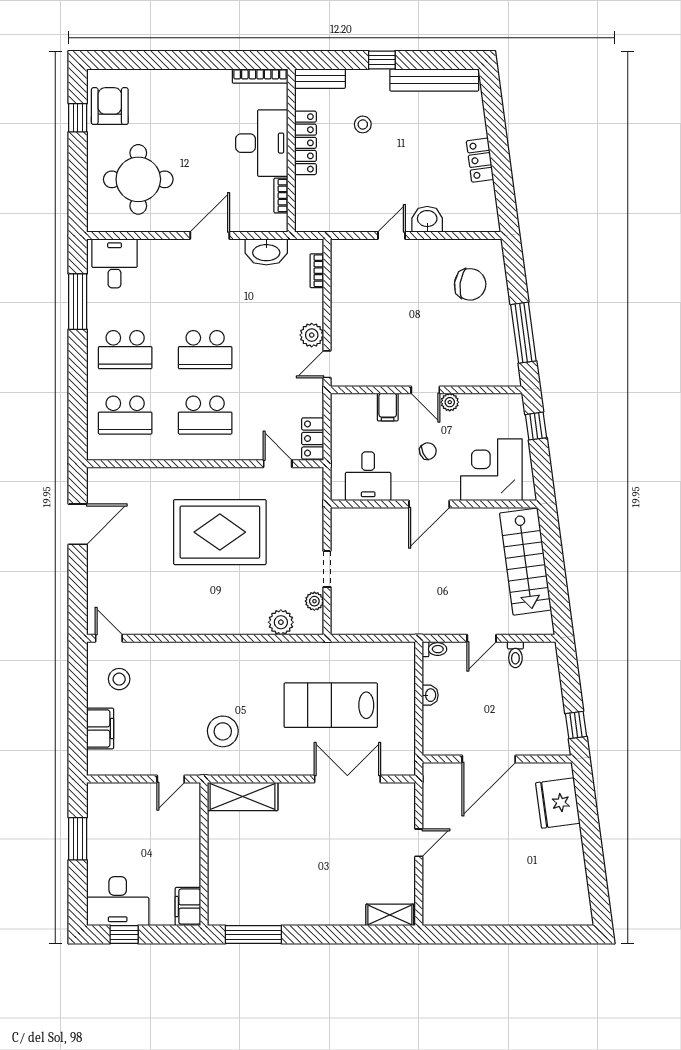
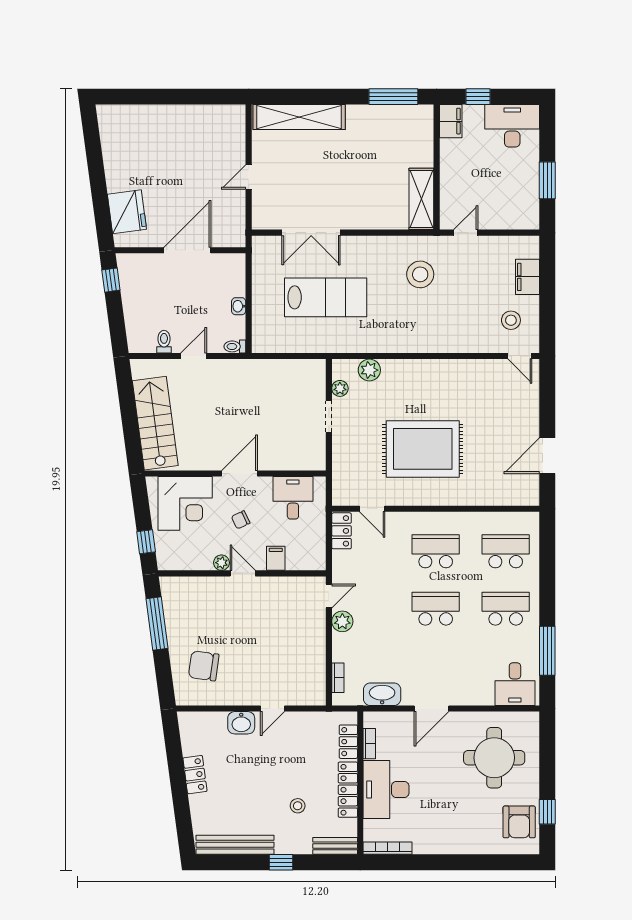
locker: (305, 198) -> (348, 742), added
shelving: (243, 797) -> (421, 199), moved, turned 90
shelving: (390, 915) -> (299, 117), width x2.20, depth x1.33
window: (124, 935) -> (478, 97), moved

